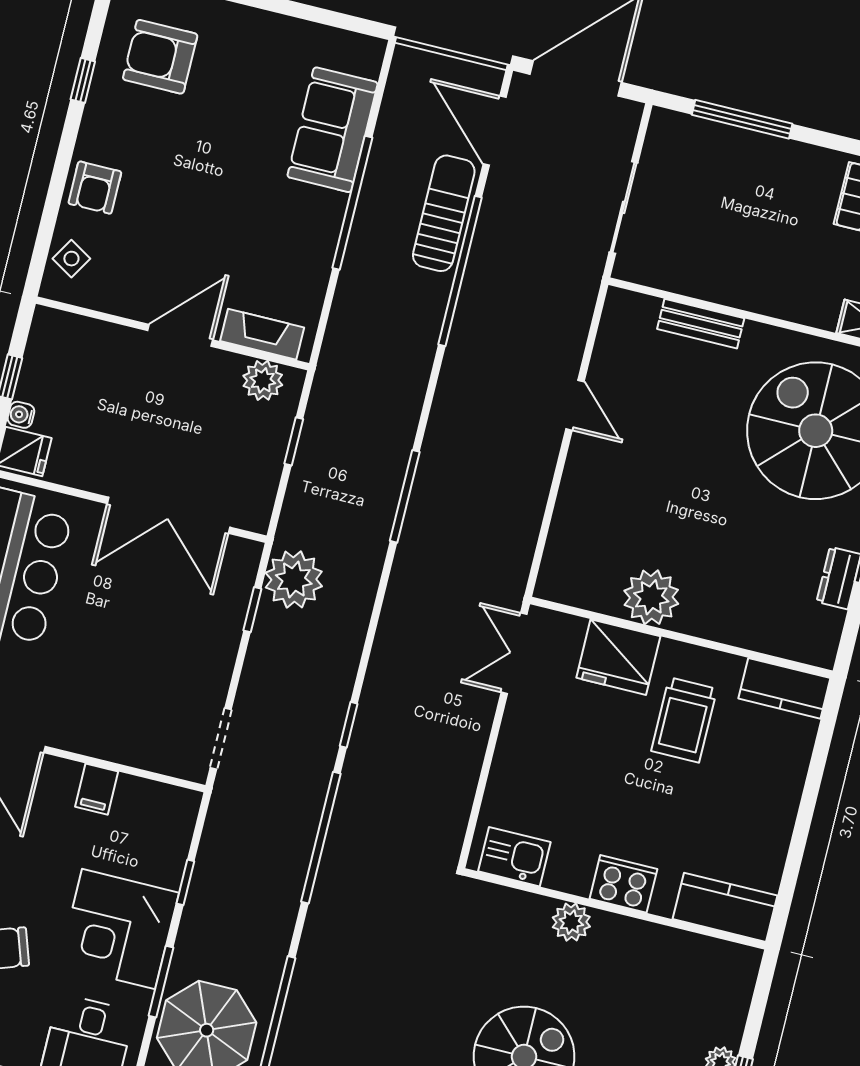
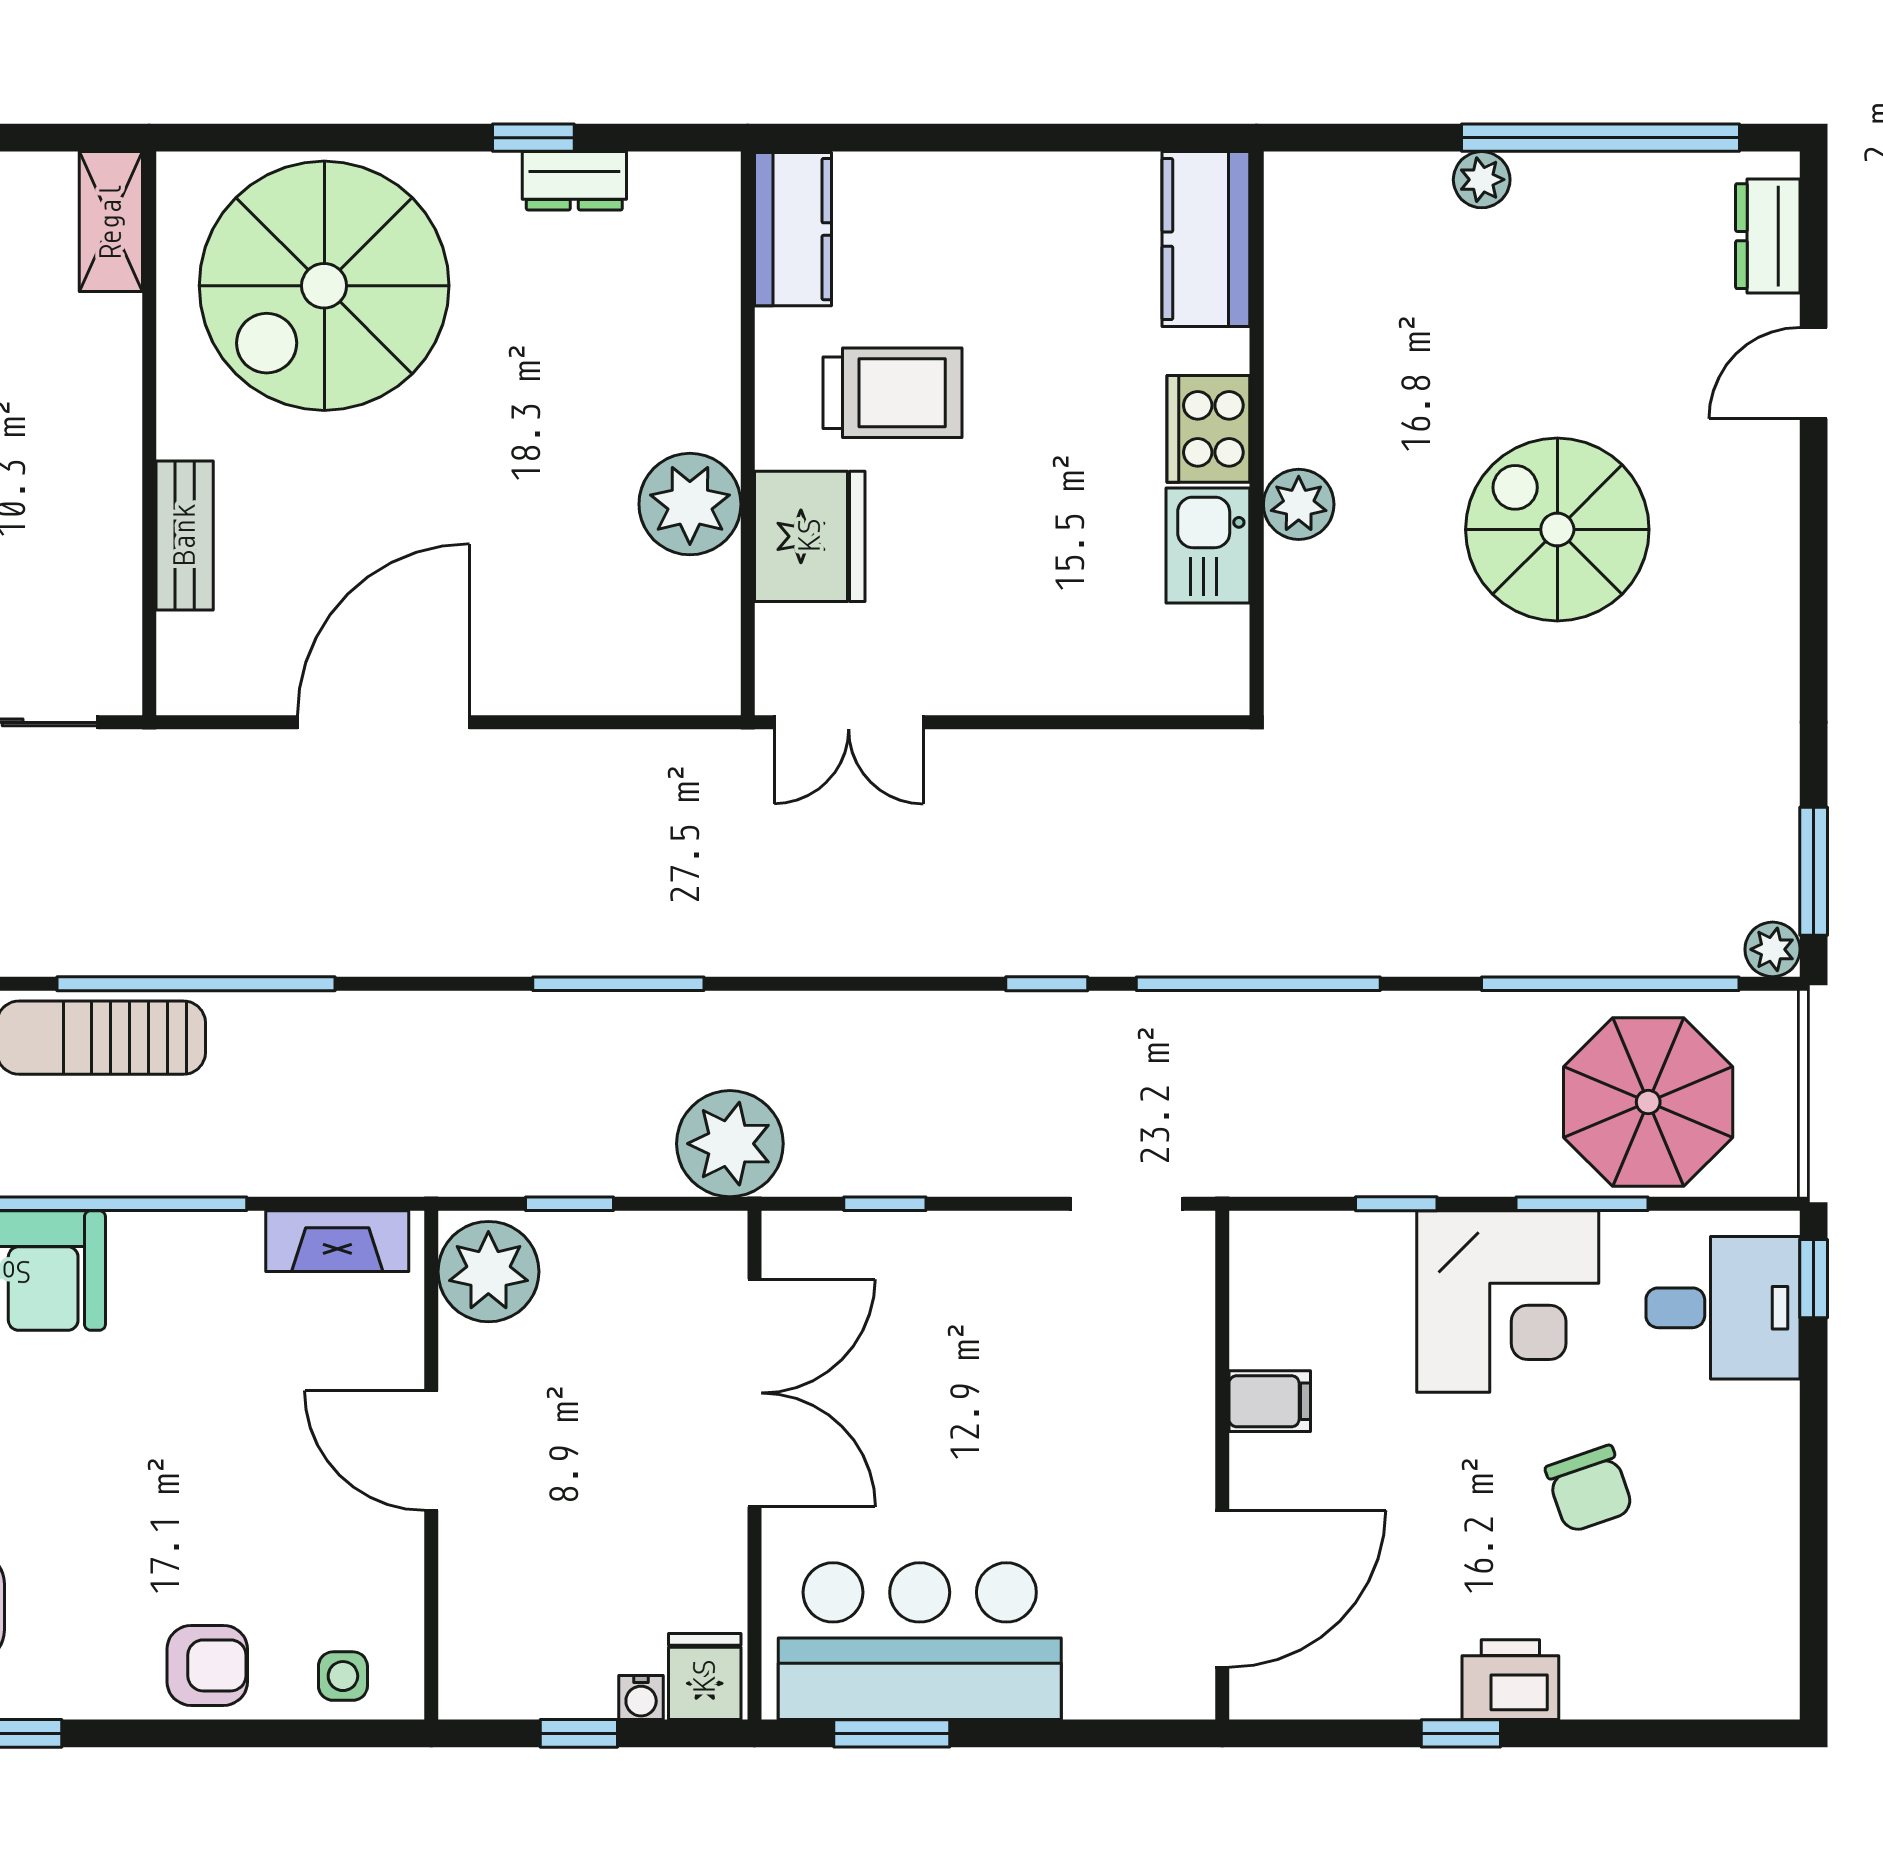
side table: (71, 259) -> (343, 1676), turned -31
fireplace: (262, 334) -> (337, 1241), moved, turned -90
plant: (263, 380) -> (488, 1272), width x1.36, depth x1.36
door: (575, 405) -> (383, 722), width x1.87
plant: (294, 580) -> (730, 1144), moved
kitchen sink: (514, 857) -> (1208, 545), moved

